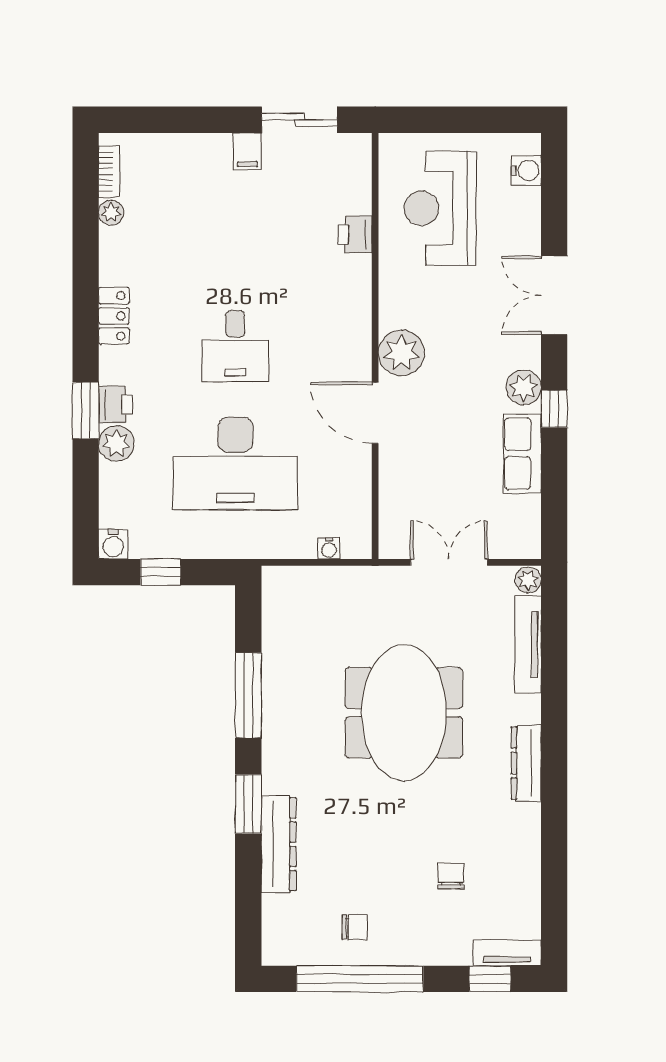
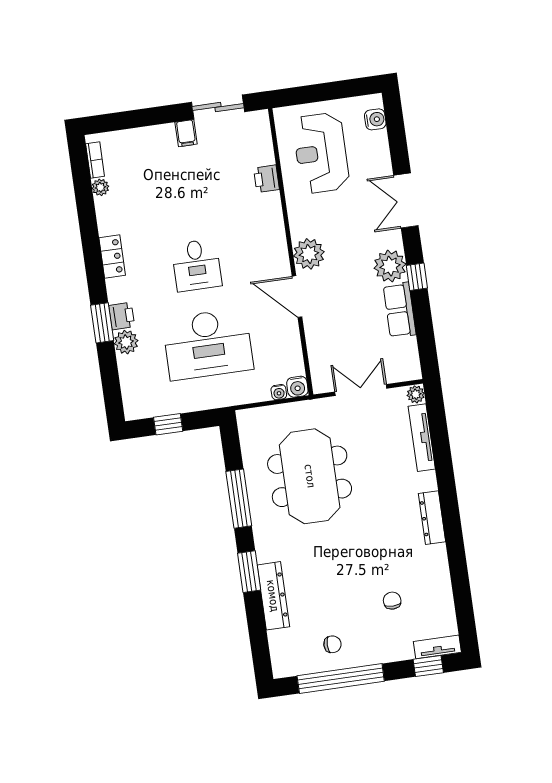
plant: (524, 387) -> (390, 266), width x1.36, depth x1.36
water cooler: (113, 544) -> (297, 387), moved
meeting table: (404, 713) -> (310, 476), moved

